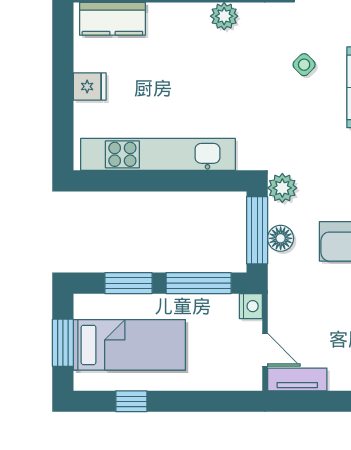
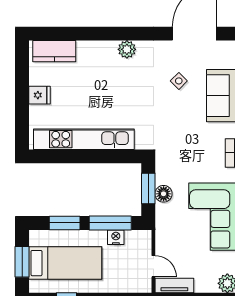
plant: (282, 188) -> (165, 161), removed
window: (257, 230) -> (148, 189), width x0.69
nightstand: (251, 306) -> (116, 237), moved, turned -90

